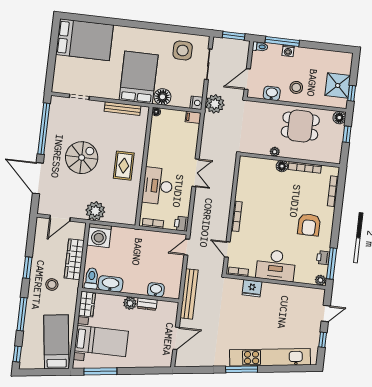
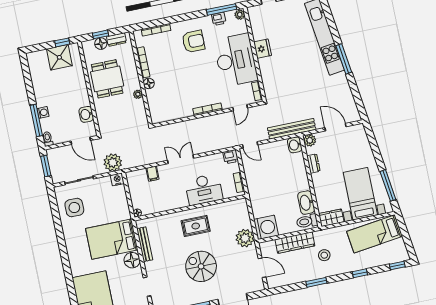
stool: (296, 87) -> (74, 94), removed
floor lamp: (162, 97) -> (132, 260), moved
filing cabinet: (193, 117) -> (152, 174), moved
floor lamp: (339, 118) -> (101, 44), moved
dresser: (336, 148) -> (116, 40), added
desk: (276, 265) -> (236, 60), width x1.36, depth x1.30
fridge: (252, 288) -> (262, 49), moved
washbasin: (156, 290) -> (295, 145), moved
plant: (130, 303) -> (310, 140), moved
window: (22, 314) -> (360, 273), width x0.46

